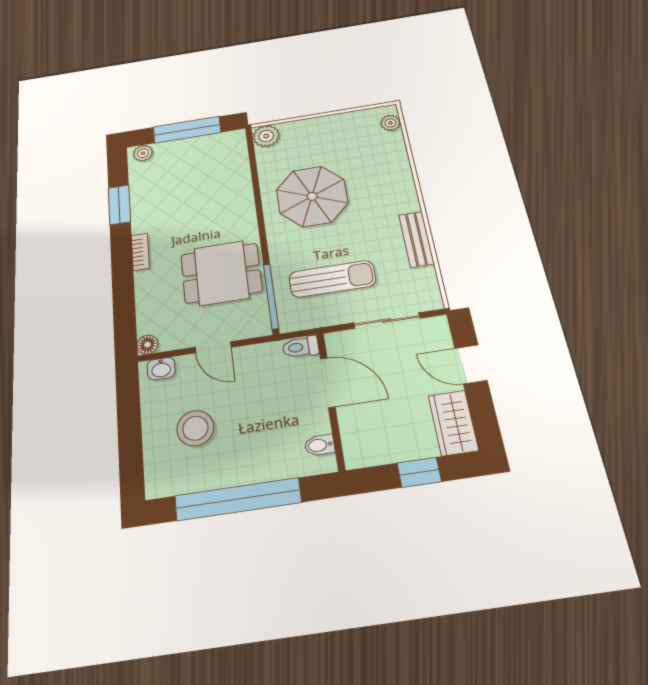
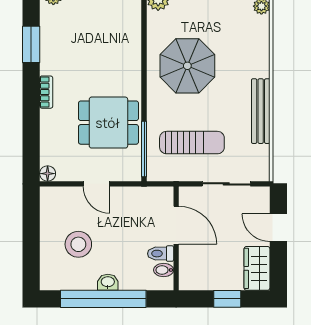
bench: (416, 239) -> (261, 111), width x1.36
toilet: (301, 347) -> (161, 254), moved
washbasin: (161, 369) -> (108, 282), moved, turned 180

